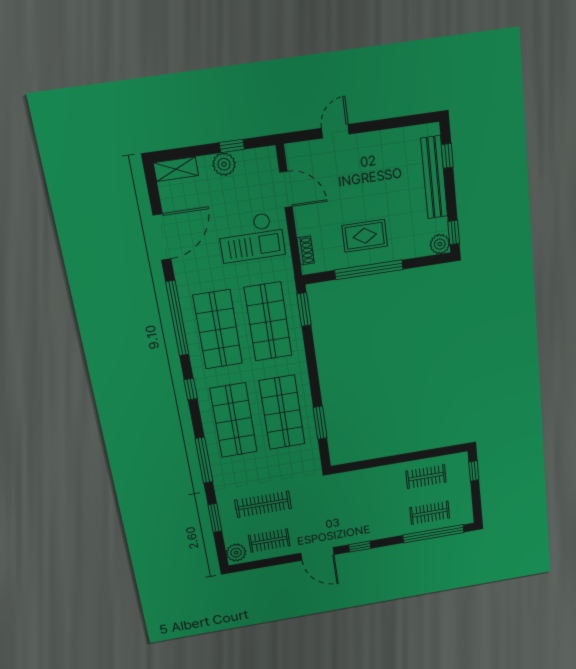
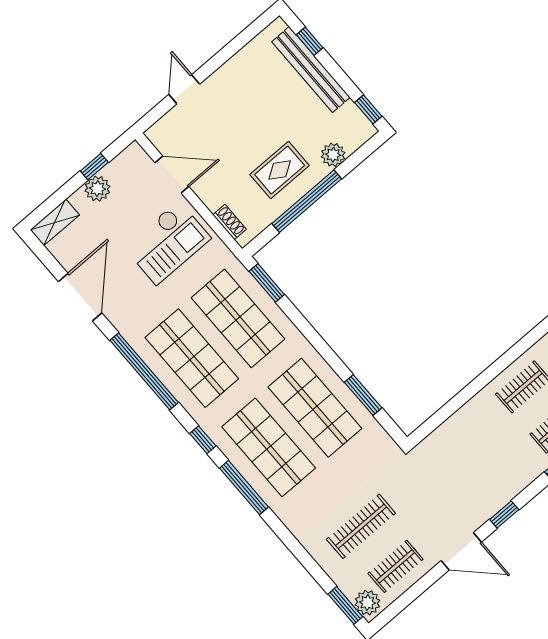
plant: (440, 244) -> (333, 155), moved
window: (204, 460) -> (244, 488), moved
window: (215, 518) -> (345, 605), moved

